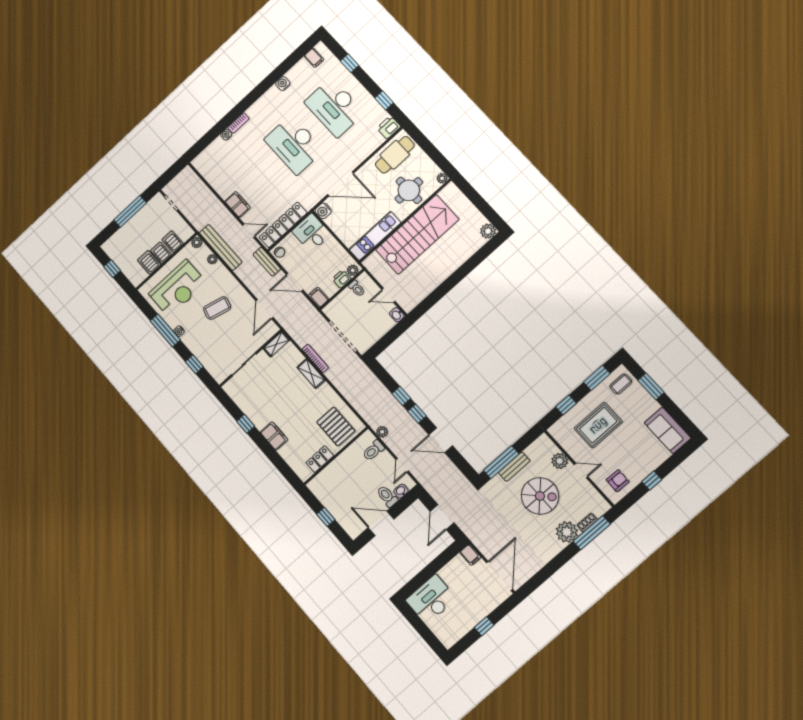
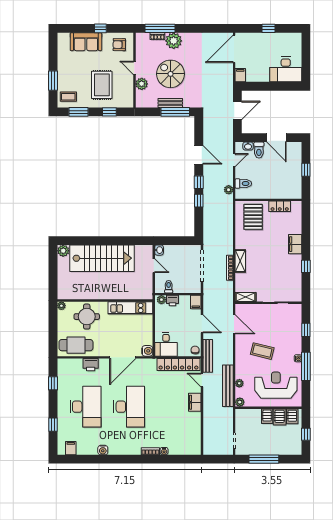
printer: (389, 127) -> (91, 365), moved
door: (341, 184) -> (123, 357), swing flipped
stairs: (417, 235) -> (102, 258), moved, turned 180
server rack: (173, 242) -> (292, 416), moved
bench: (267, 262) -> (208, 356), width x1.36
door: (265, 309) -> (234, 324), hinge flipped
rug: (598, 425) -> (102, 85), turned 90
sofa: (668, 430) -> (86, 42), moved, turned 90

